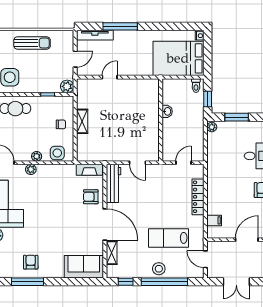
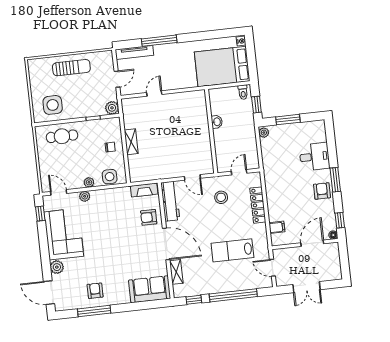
stool: (159, 269) -> (221, 197), moved

